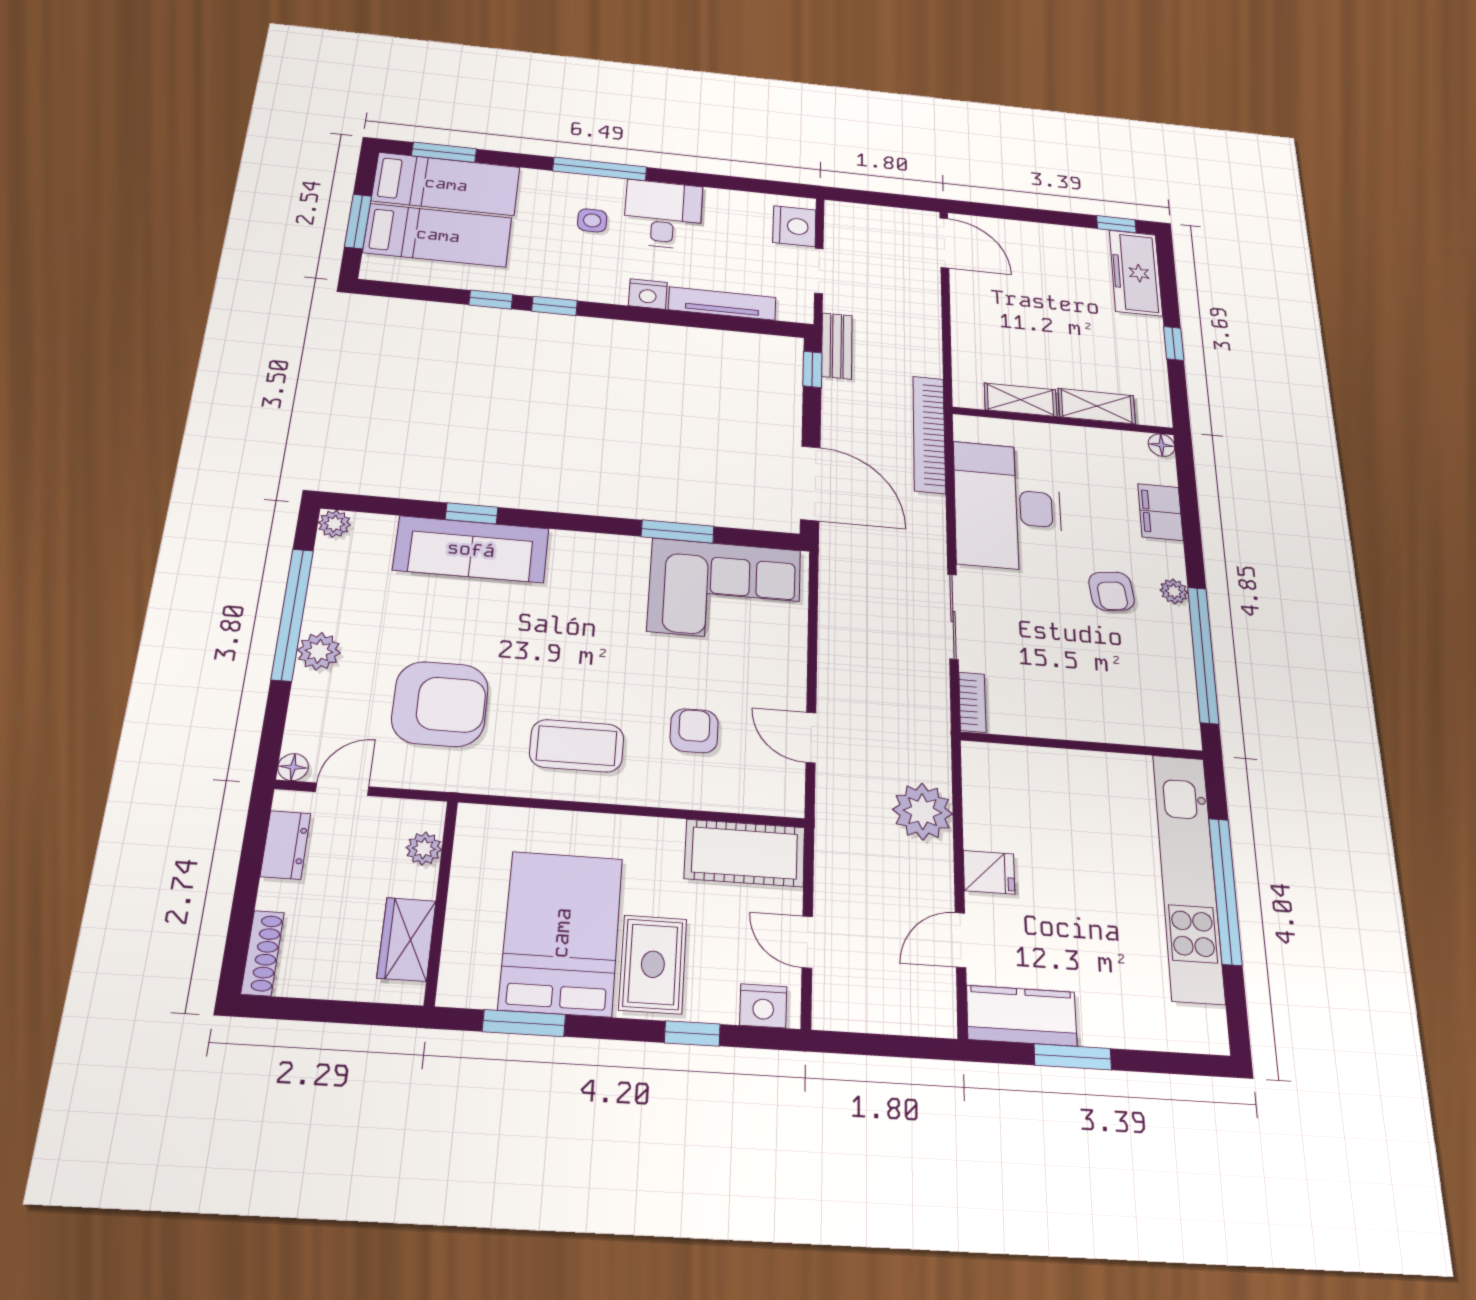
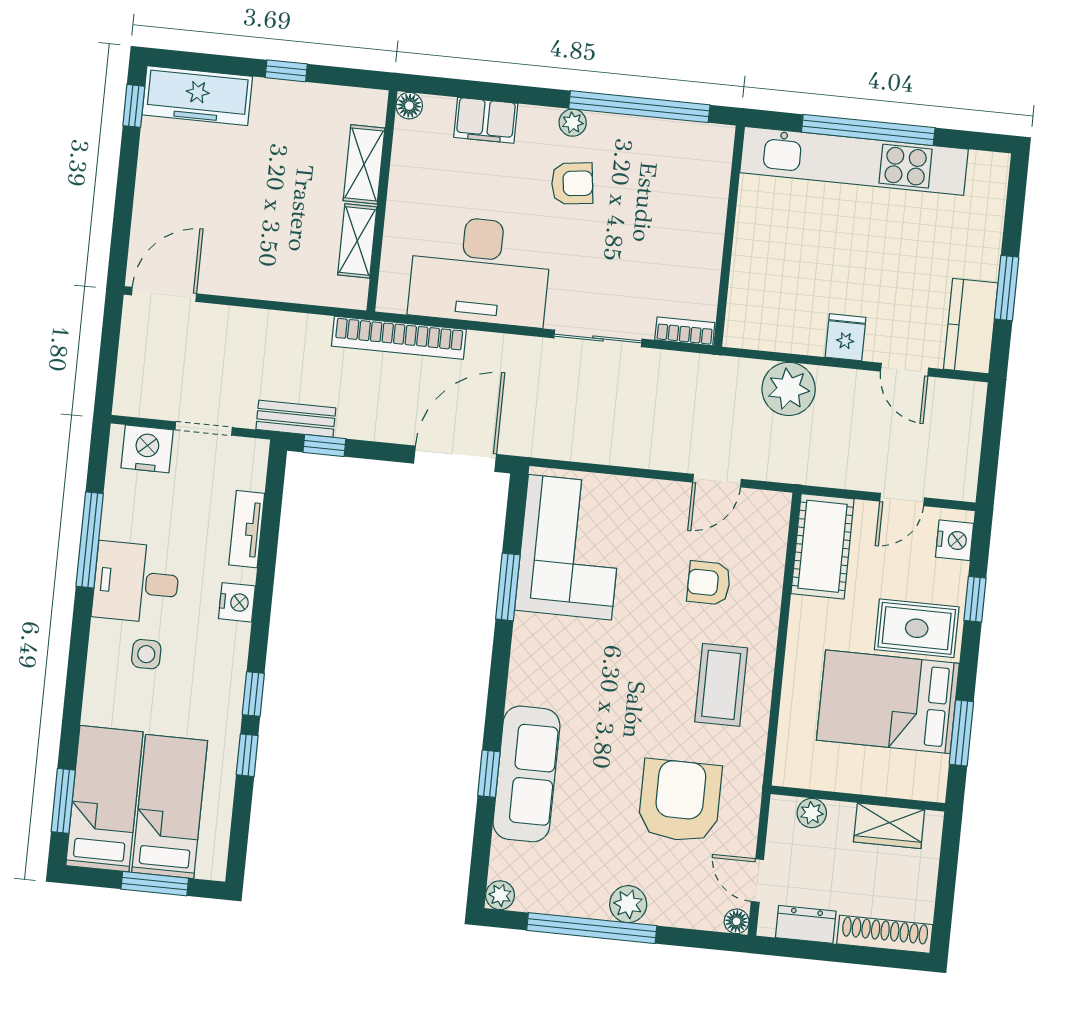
window: (600, 169) -> (90, 540), moved
tv unit: (722, 304) -> (247, 529), width x0.71
shoe rack: (263, 953) -> (885, 934), width x1.36, depth x1.24

